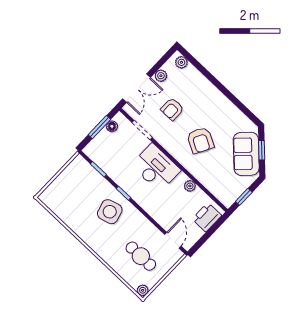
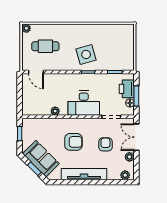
tv unit: (219, 100) -> (84, 174), added
armchair: (200, 140) -> (73, 142), turned 152
printer: (207, 217) -> (127, 89), moved, turned 180

